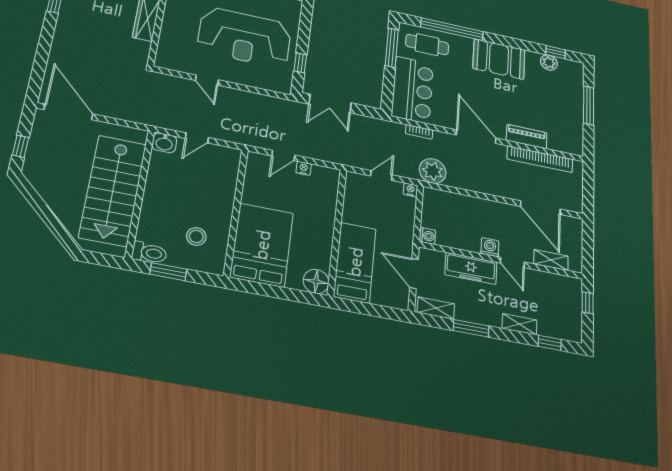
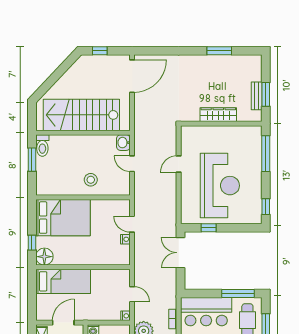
reception desk: (245, 37) -> (220, 186), turned 180
stool: (196, 236) -> (91, 180), moved
window: (293, 295) -> (32, 243), added

